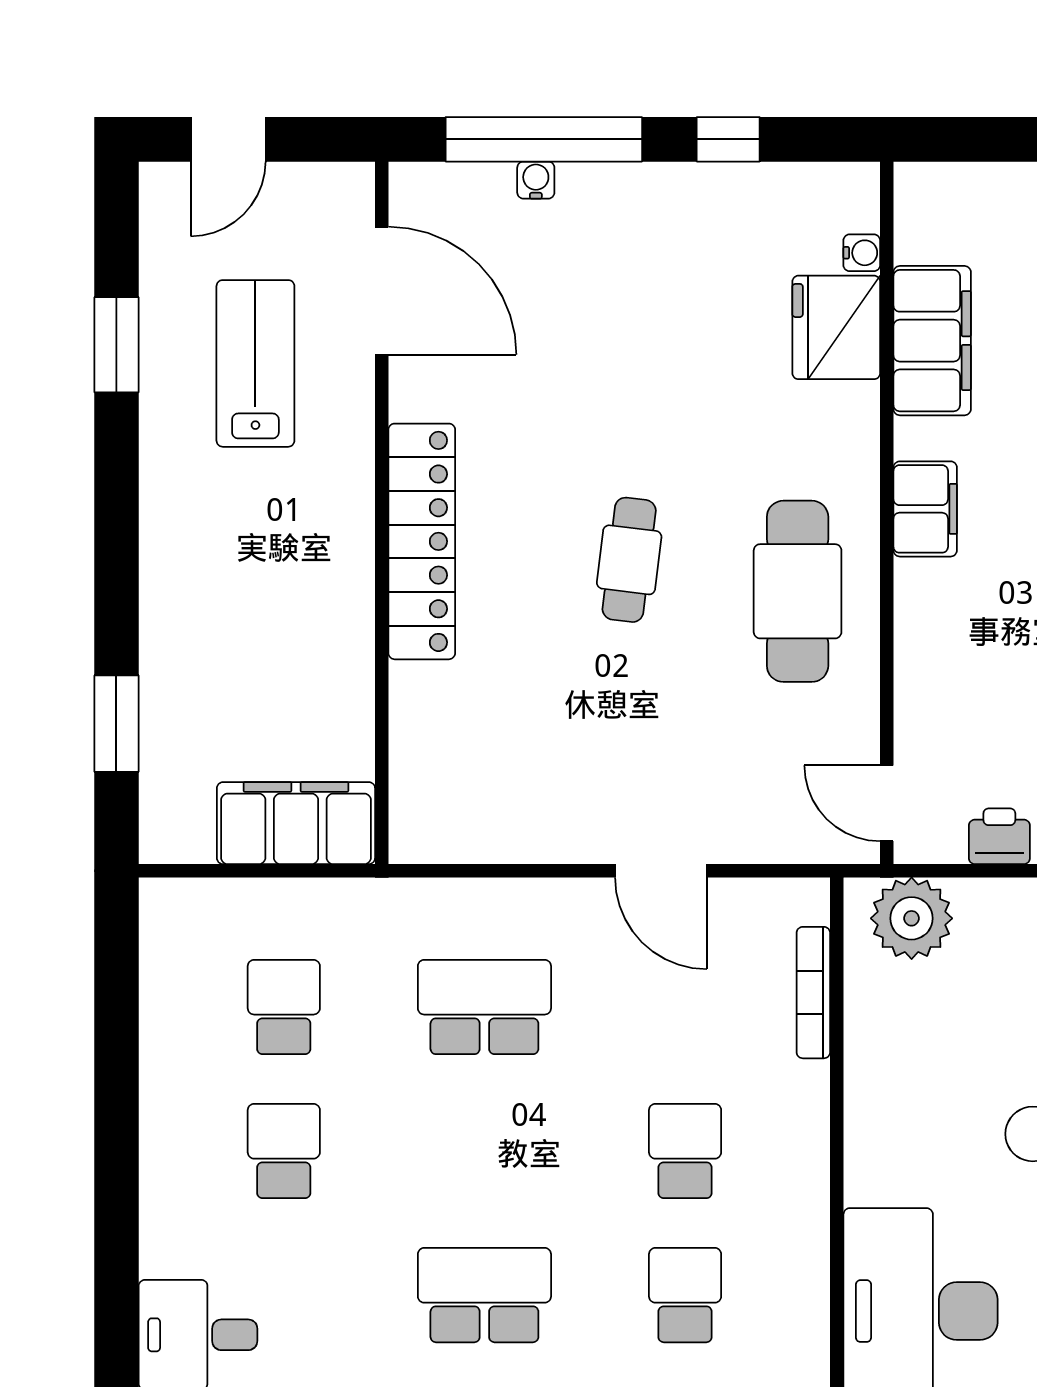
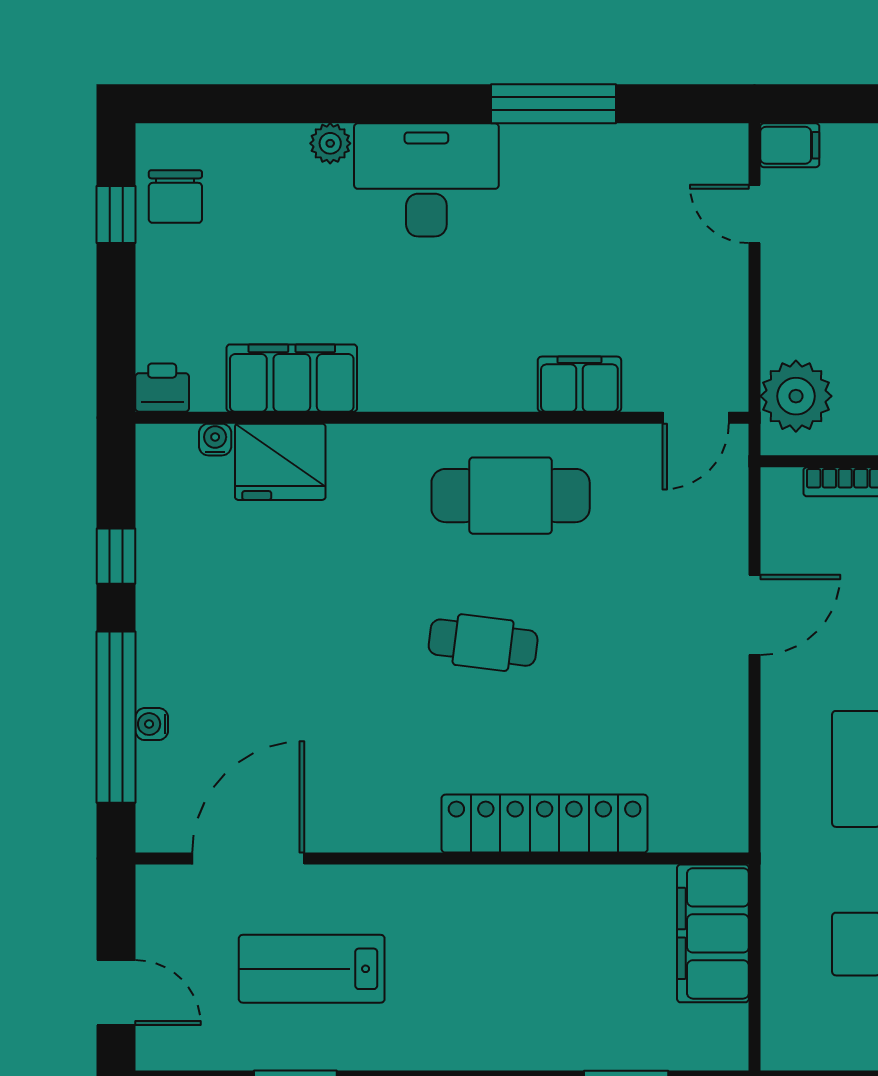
filing cabinet: (925, 509) -> (579, 384), moved
locker: (422, 541) -> (545, 824), moved
printer: (999, 836) -> (162, 388), moved, turned 90

